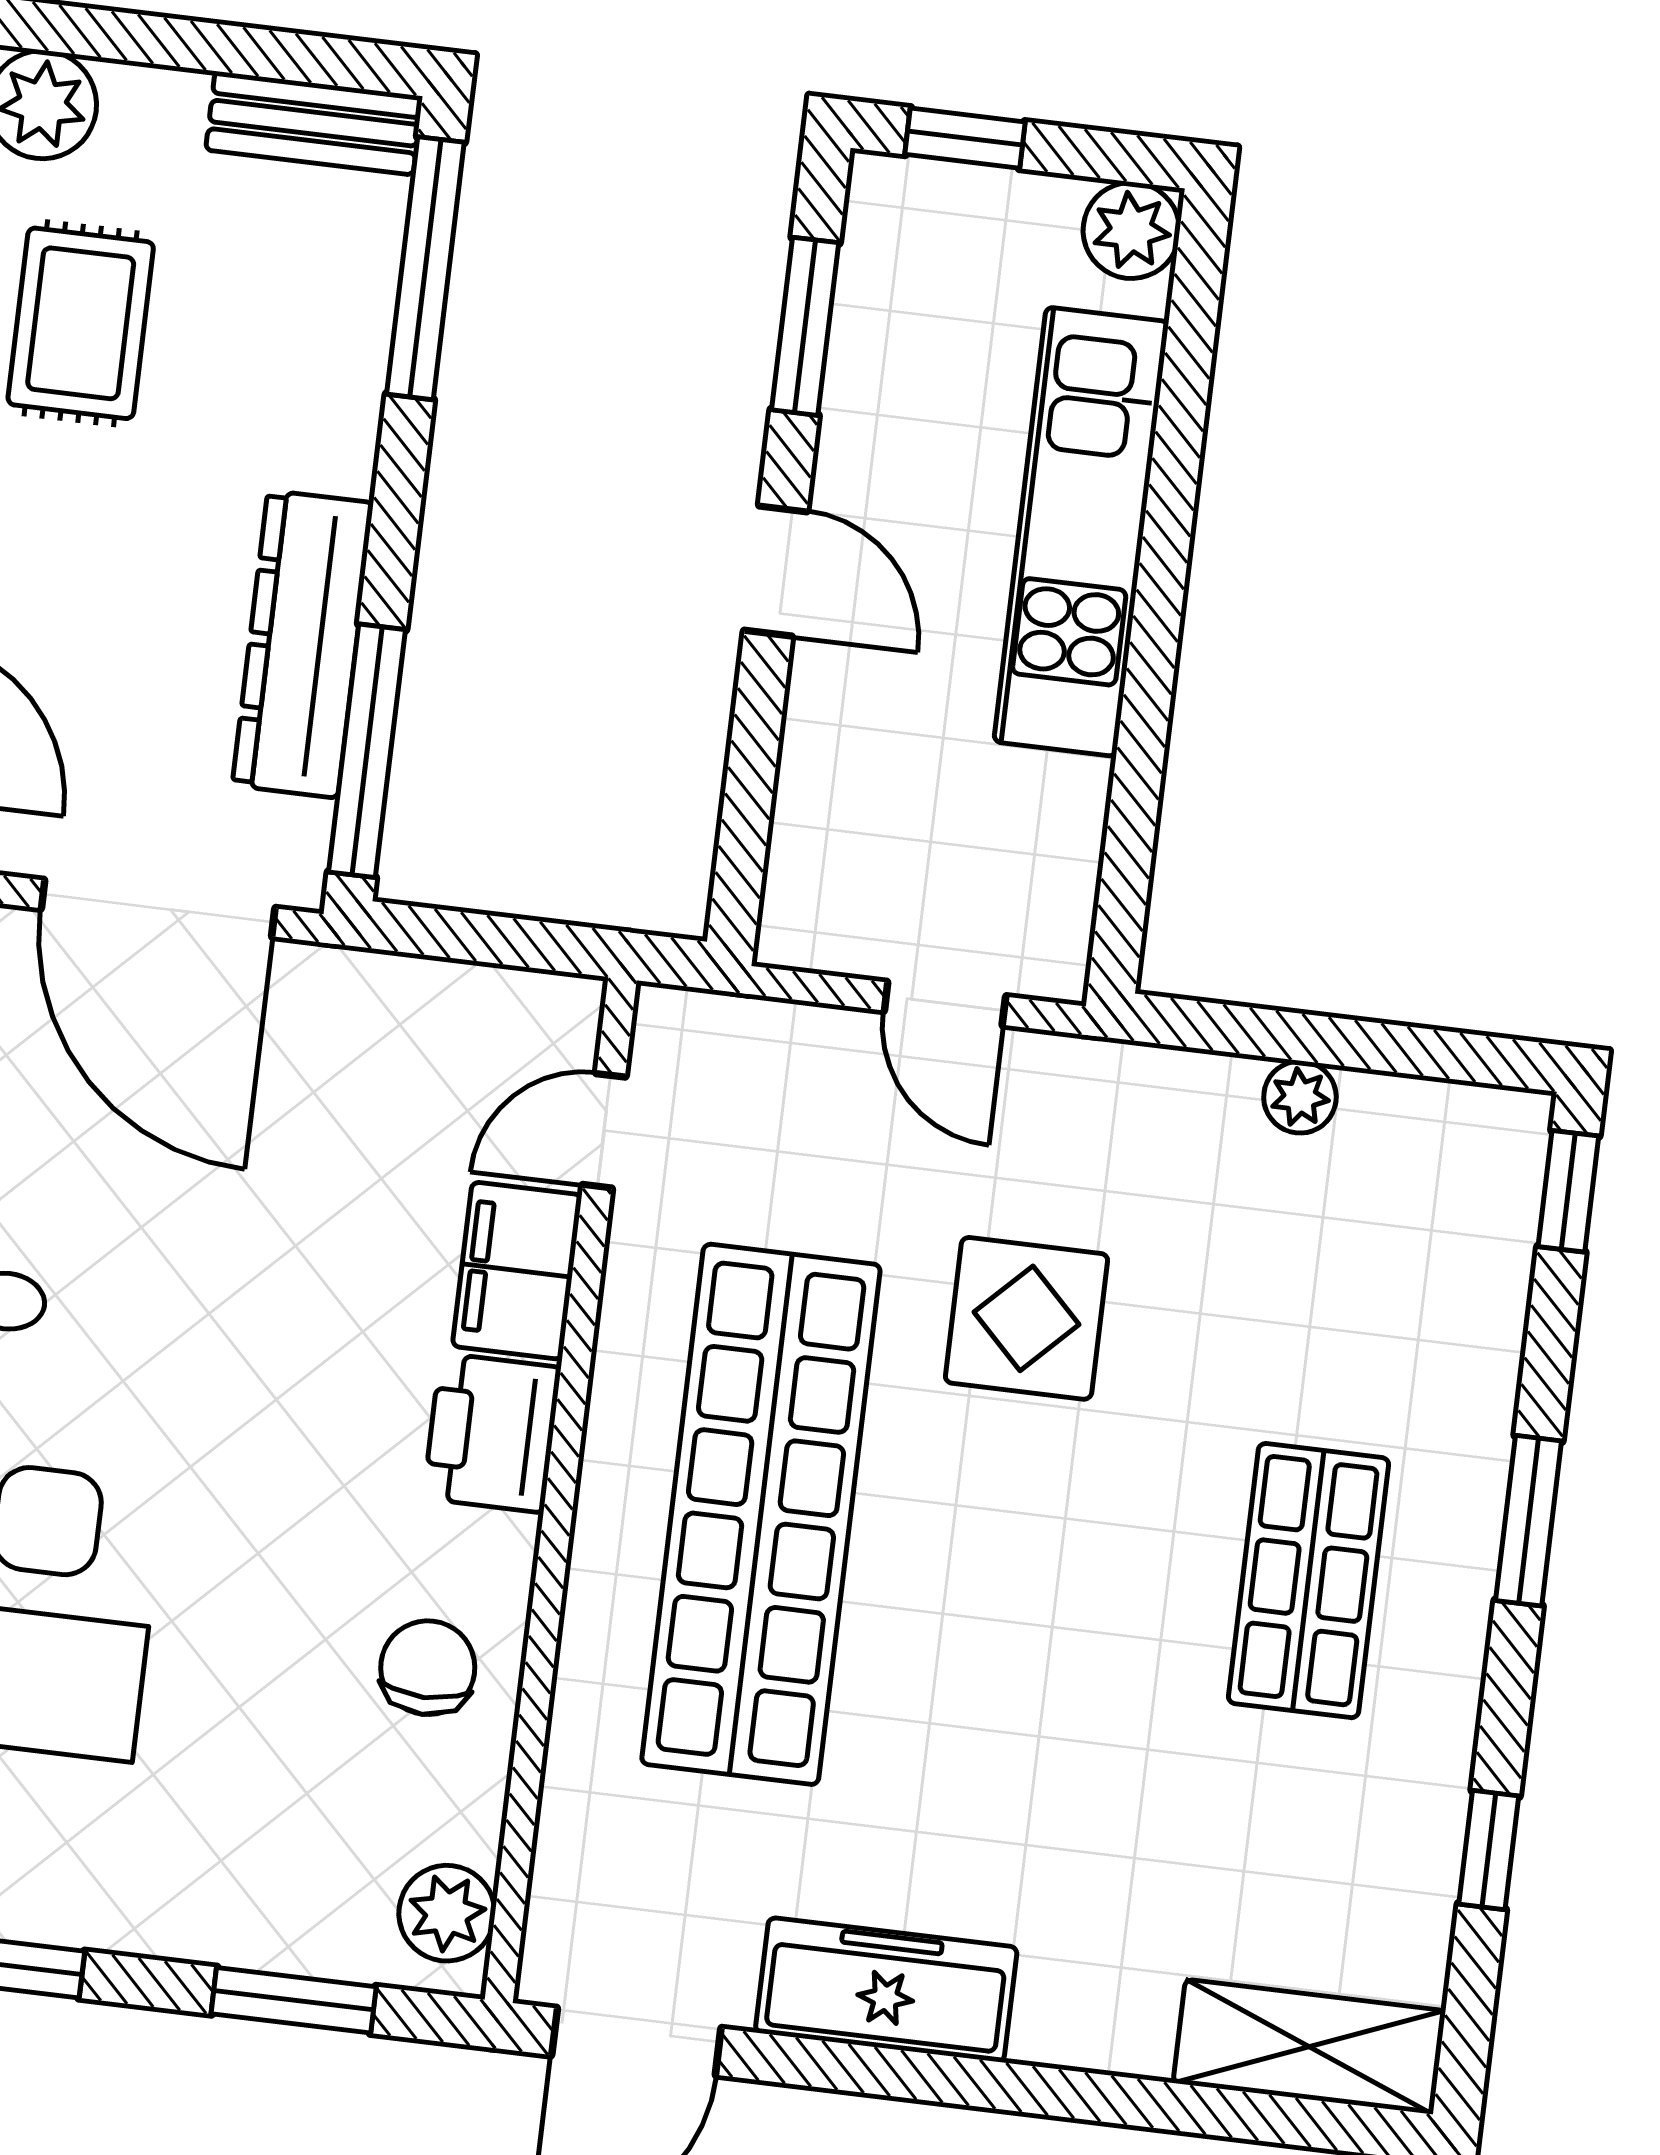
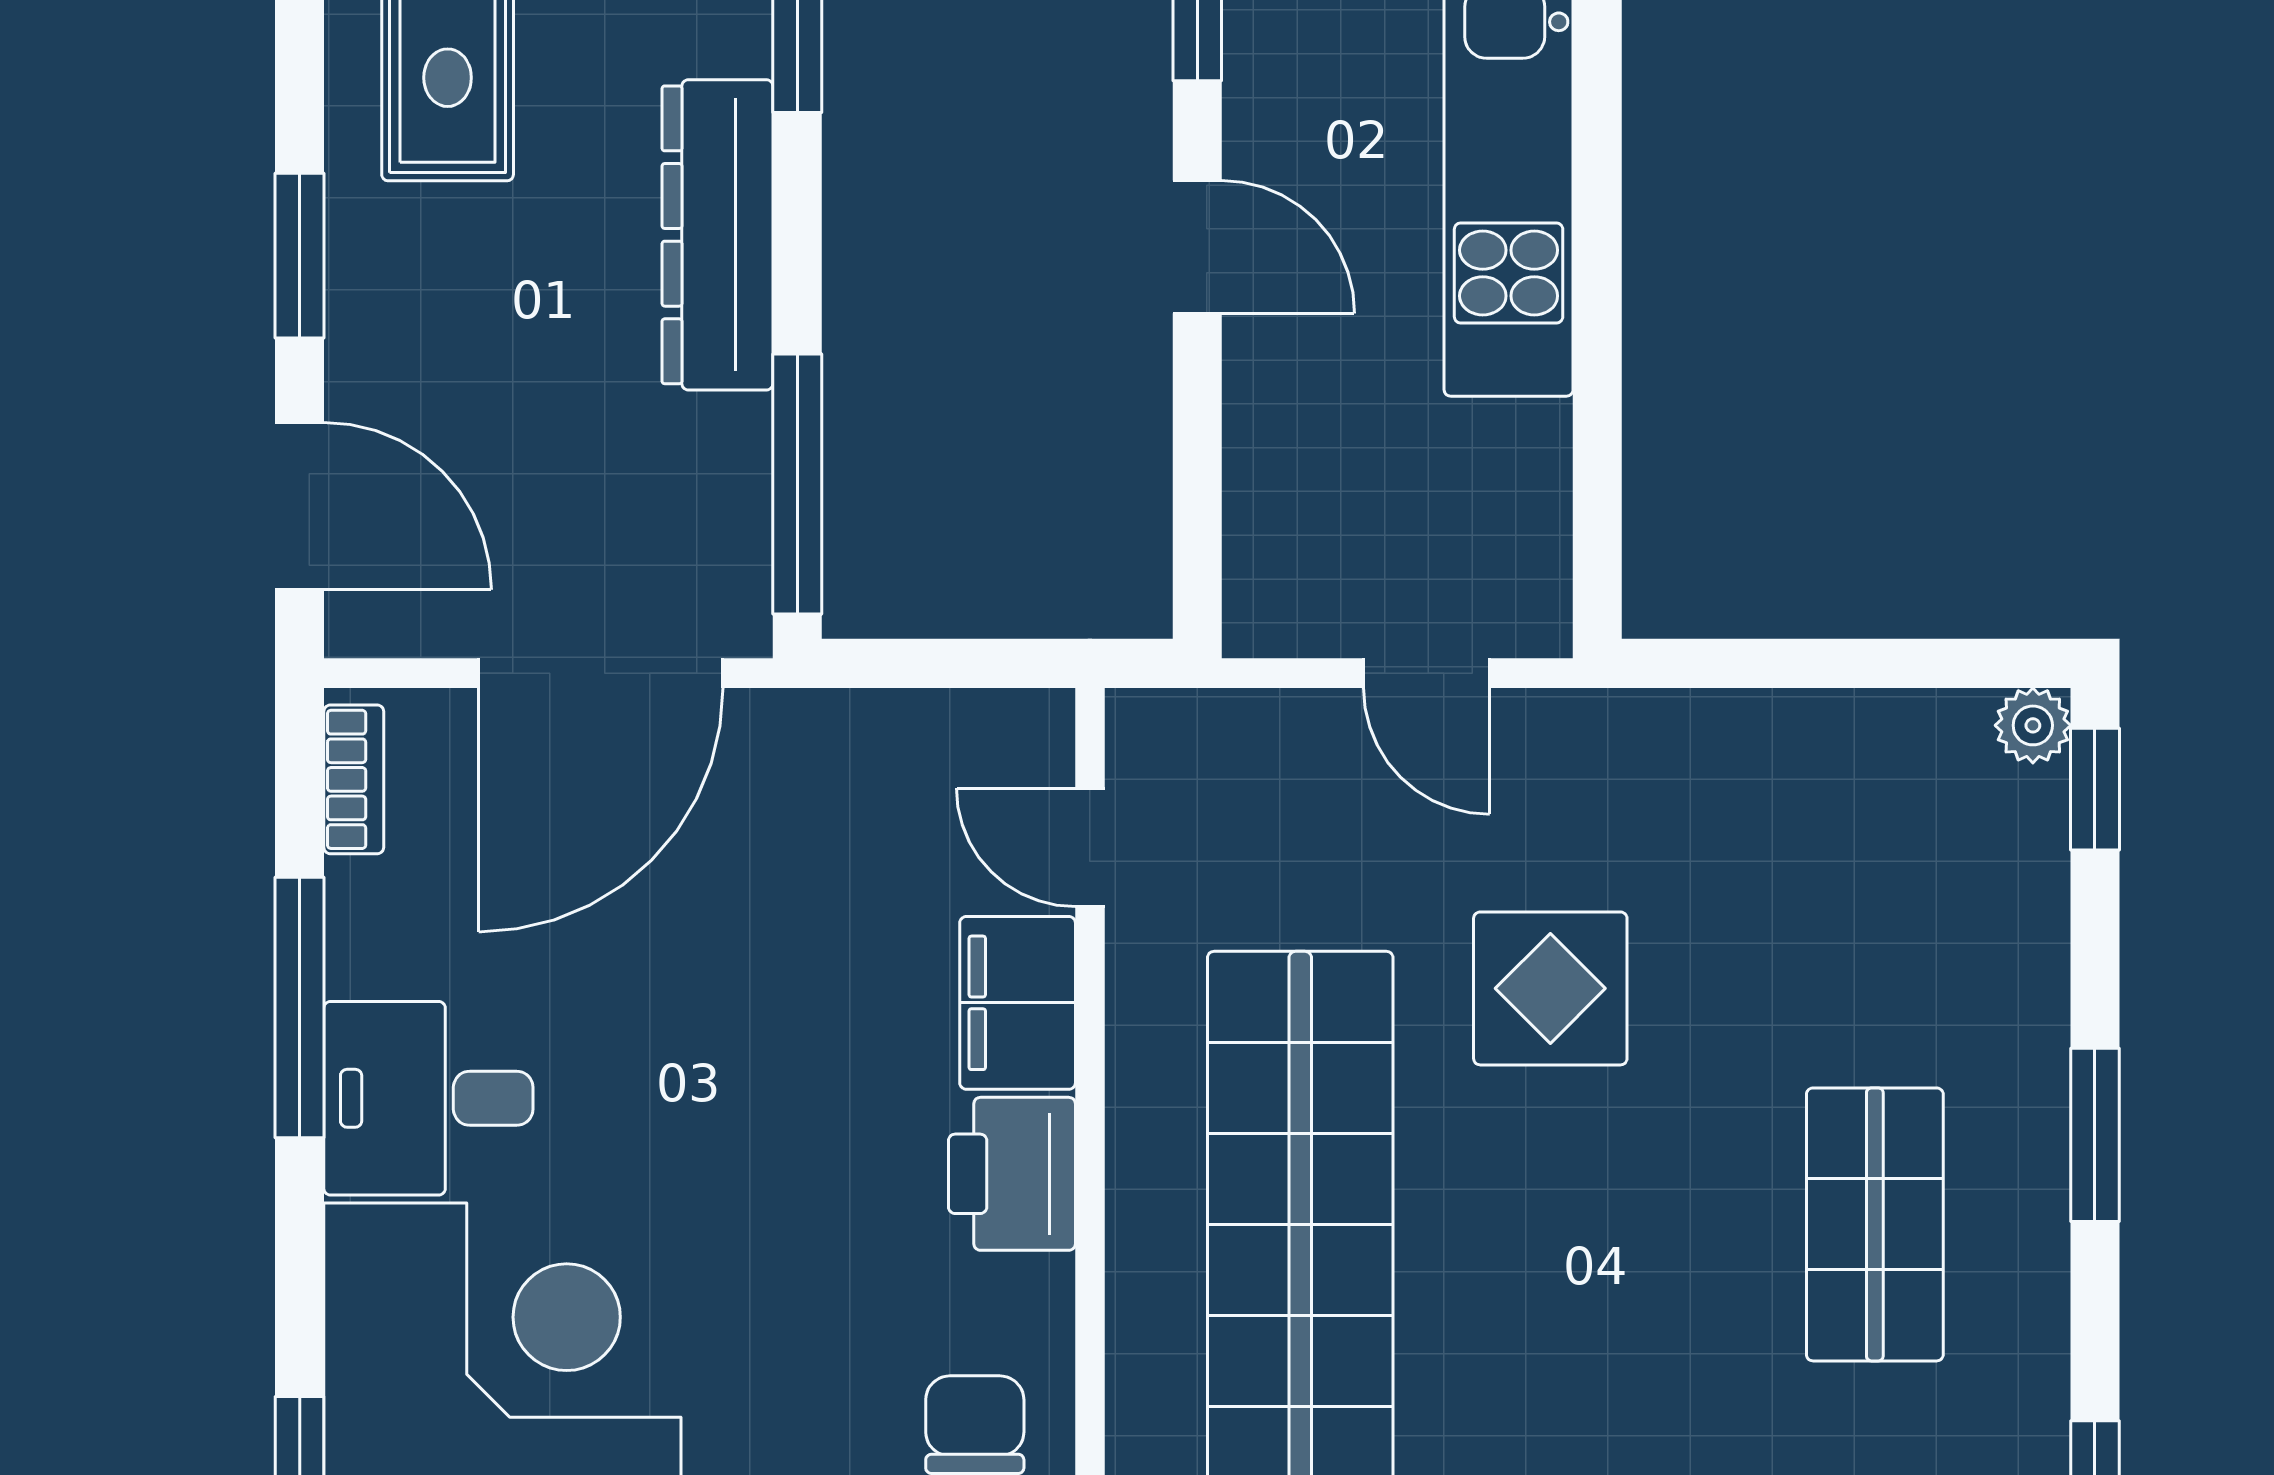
dresser: (303, 644) -> (717, 235), moved
door: (158, 908) -> (601, 673), hinge flipped
plant: (1300, 1097) -> (2033, 725), moved
door: (604, 1131) -> (1090, 847), hinge flipped

